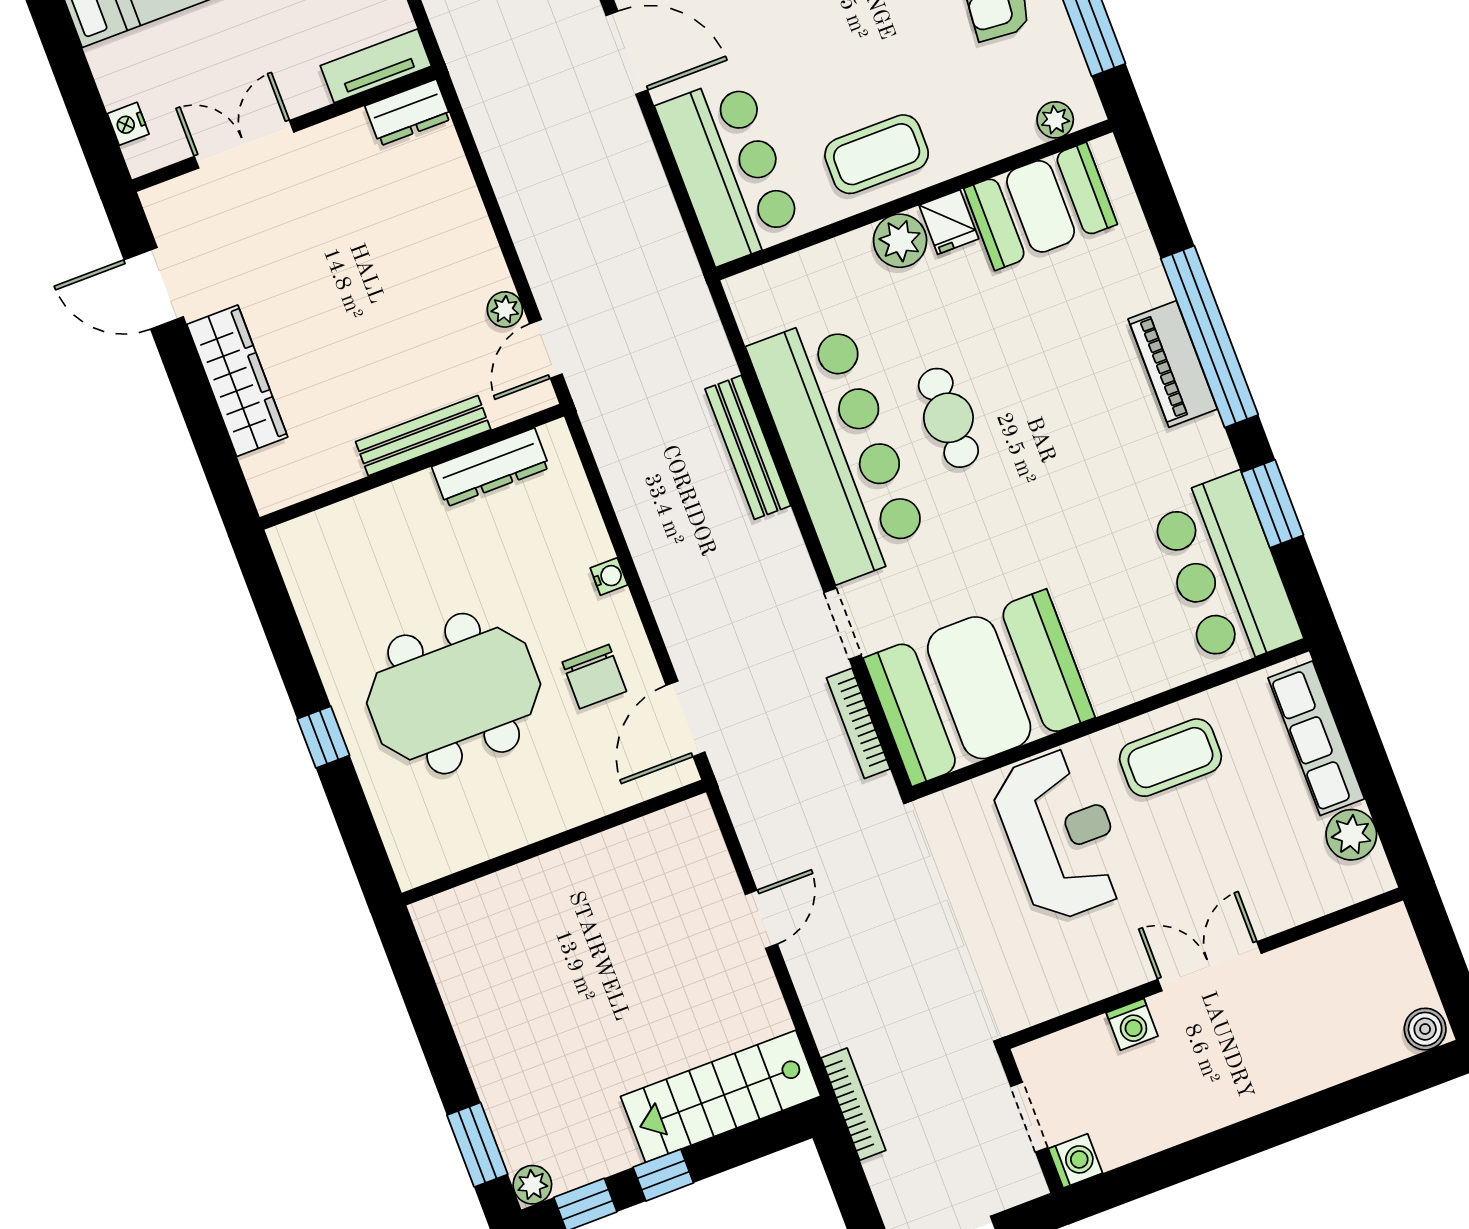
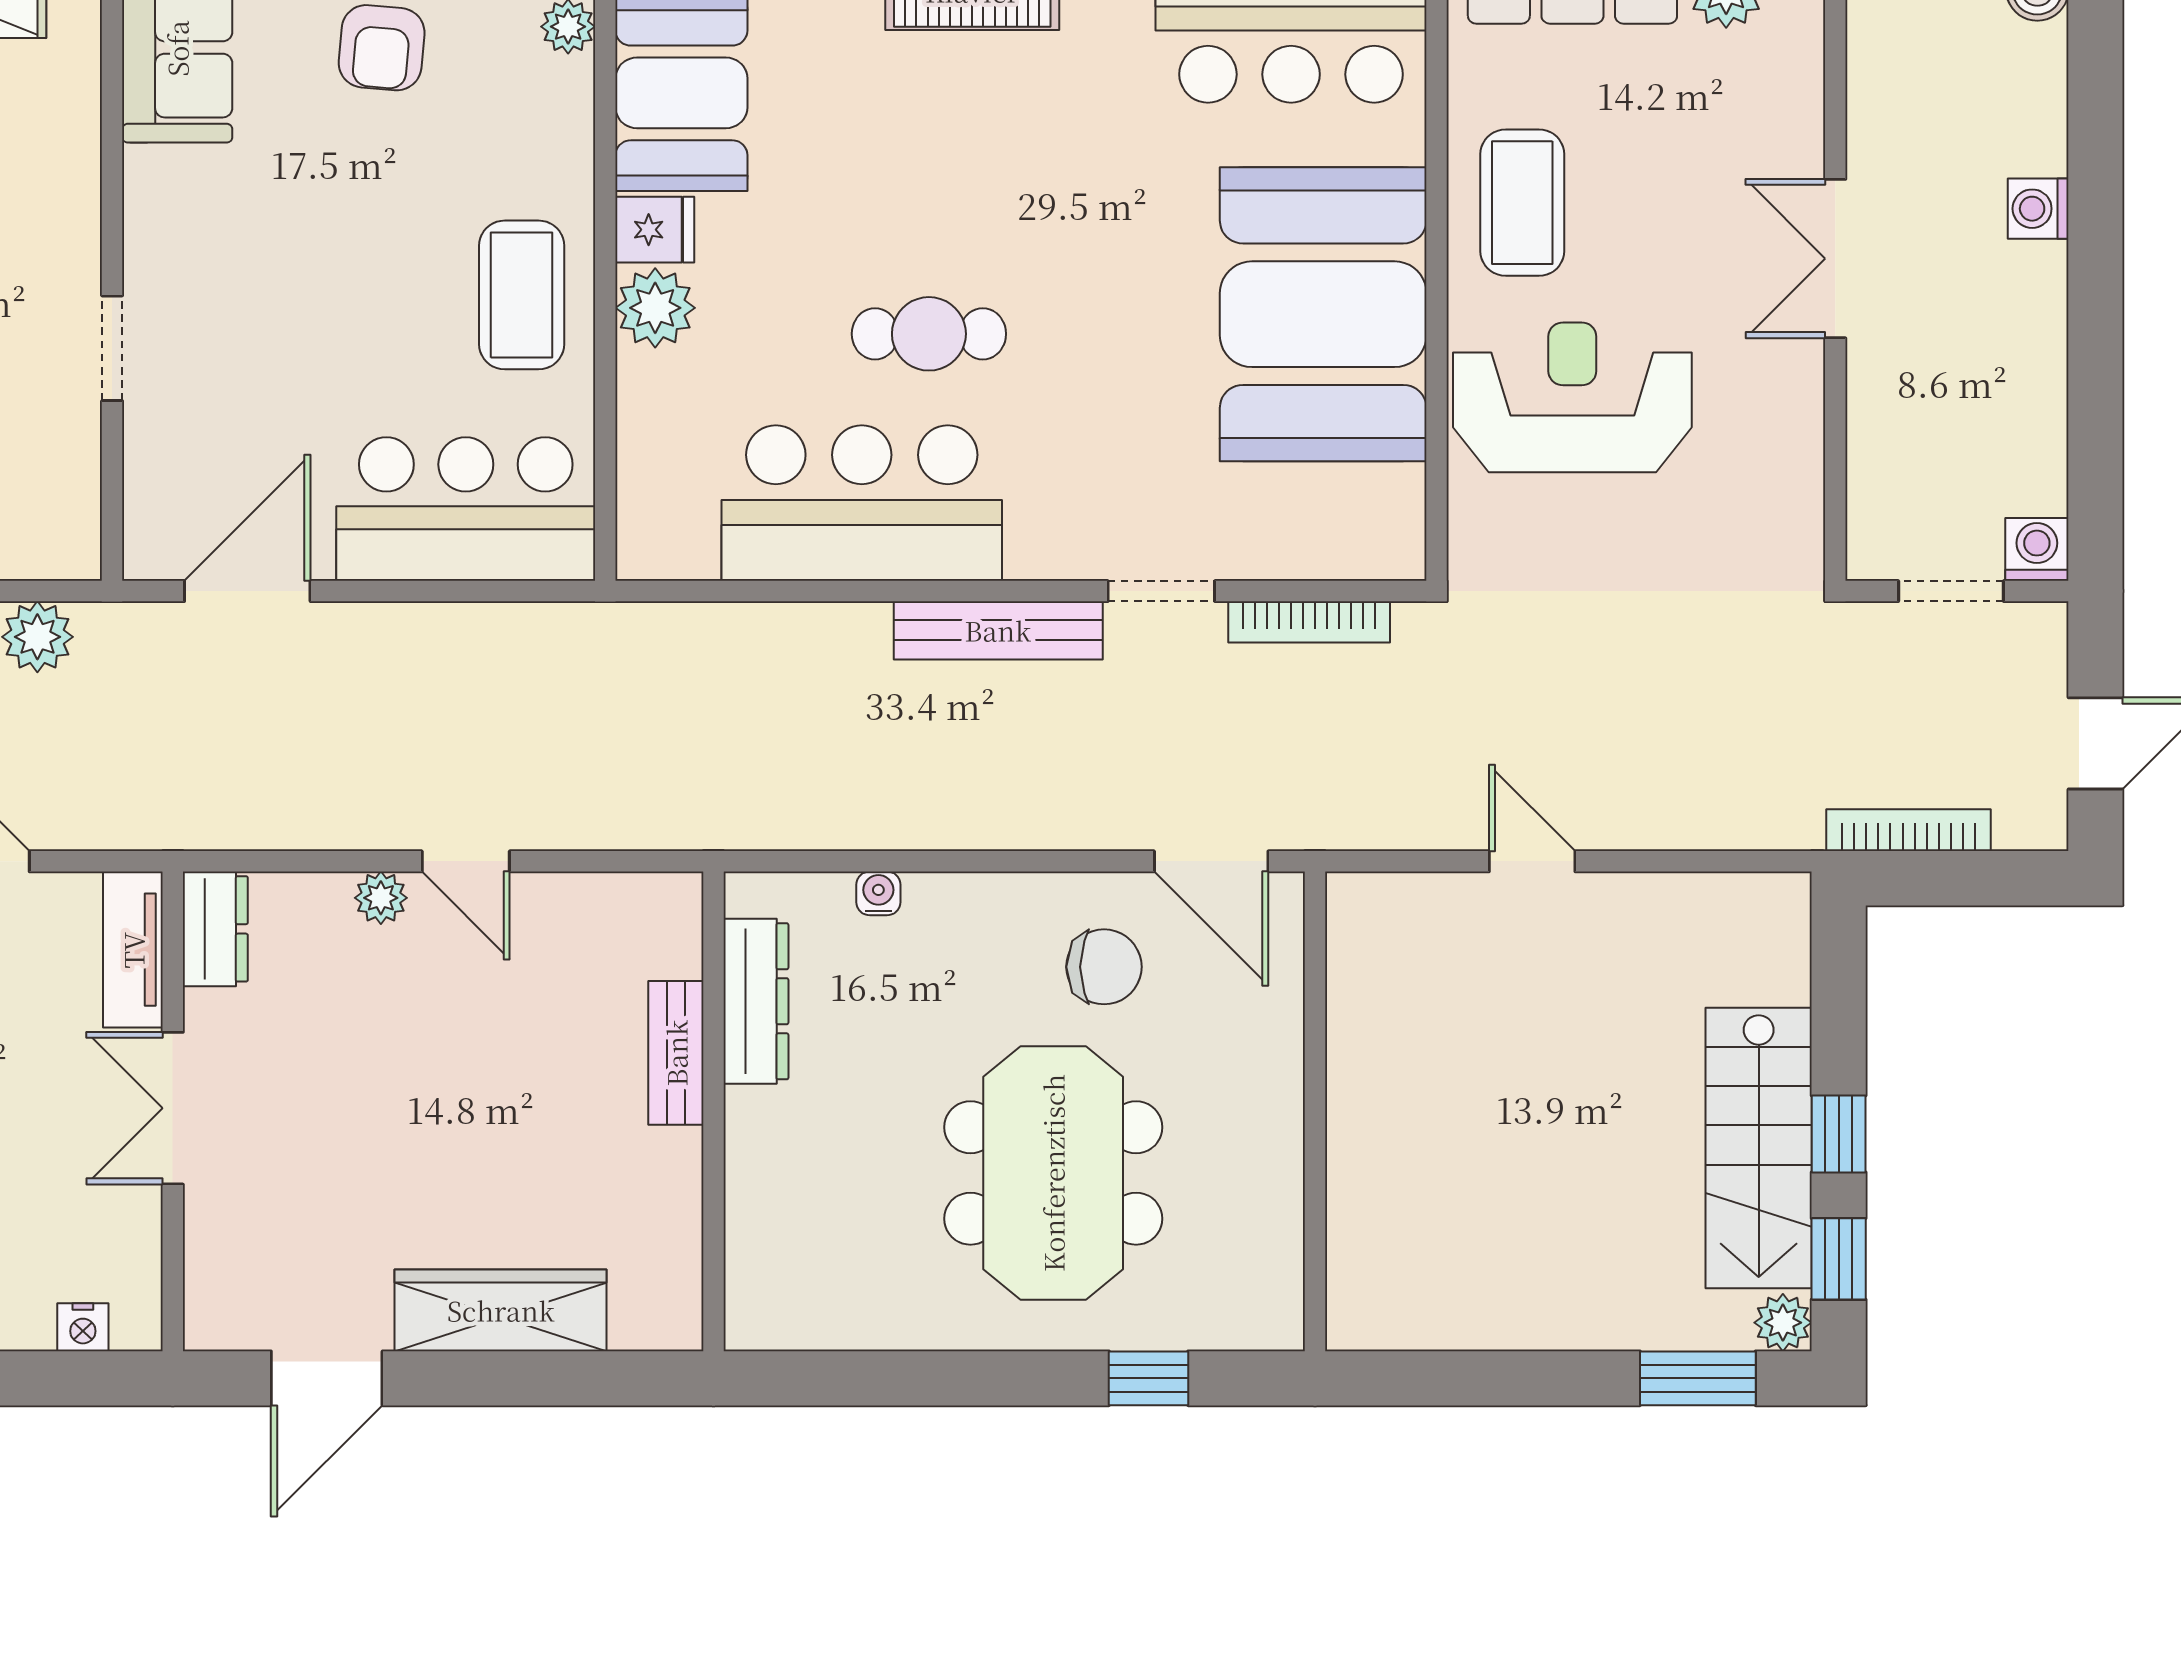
double door: (244, 144) -> (173, 1108), moved
plant: (505, 309) -> (381, 898), moved
door: (546, 349) -> (466, 861), moved
bench: (423, 436) -> (676, 1053), width x0.73
bench: (748, 447) -> (998, 630), moved
bar counter: (839, 448) -> (862, 503), width x0.73
water cooler: (609, 576) -> (878, 893), moved
booth: (979, 688) -> (1323, 314), moved
window: (323, 737) -> (1148, 1378), moved
washing machine: (1132, 1024) -> (2038, 209), moved, turned 180
stairs: (721, 1096) -> (1759, 1148), moved
bookcase: (853, 1104) -> (1909, 830), moved

